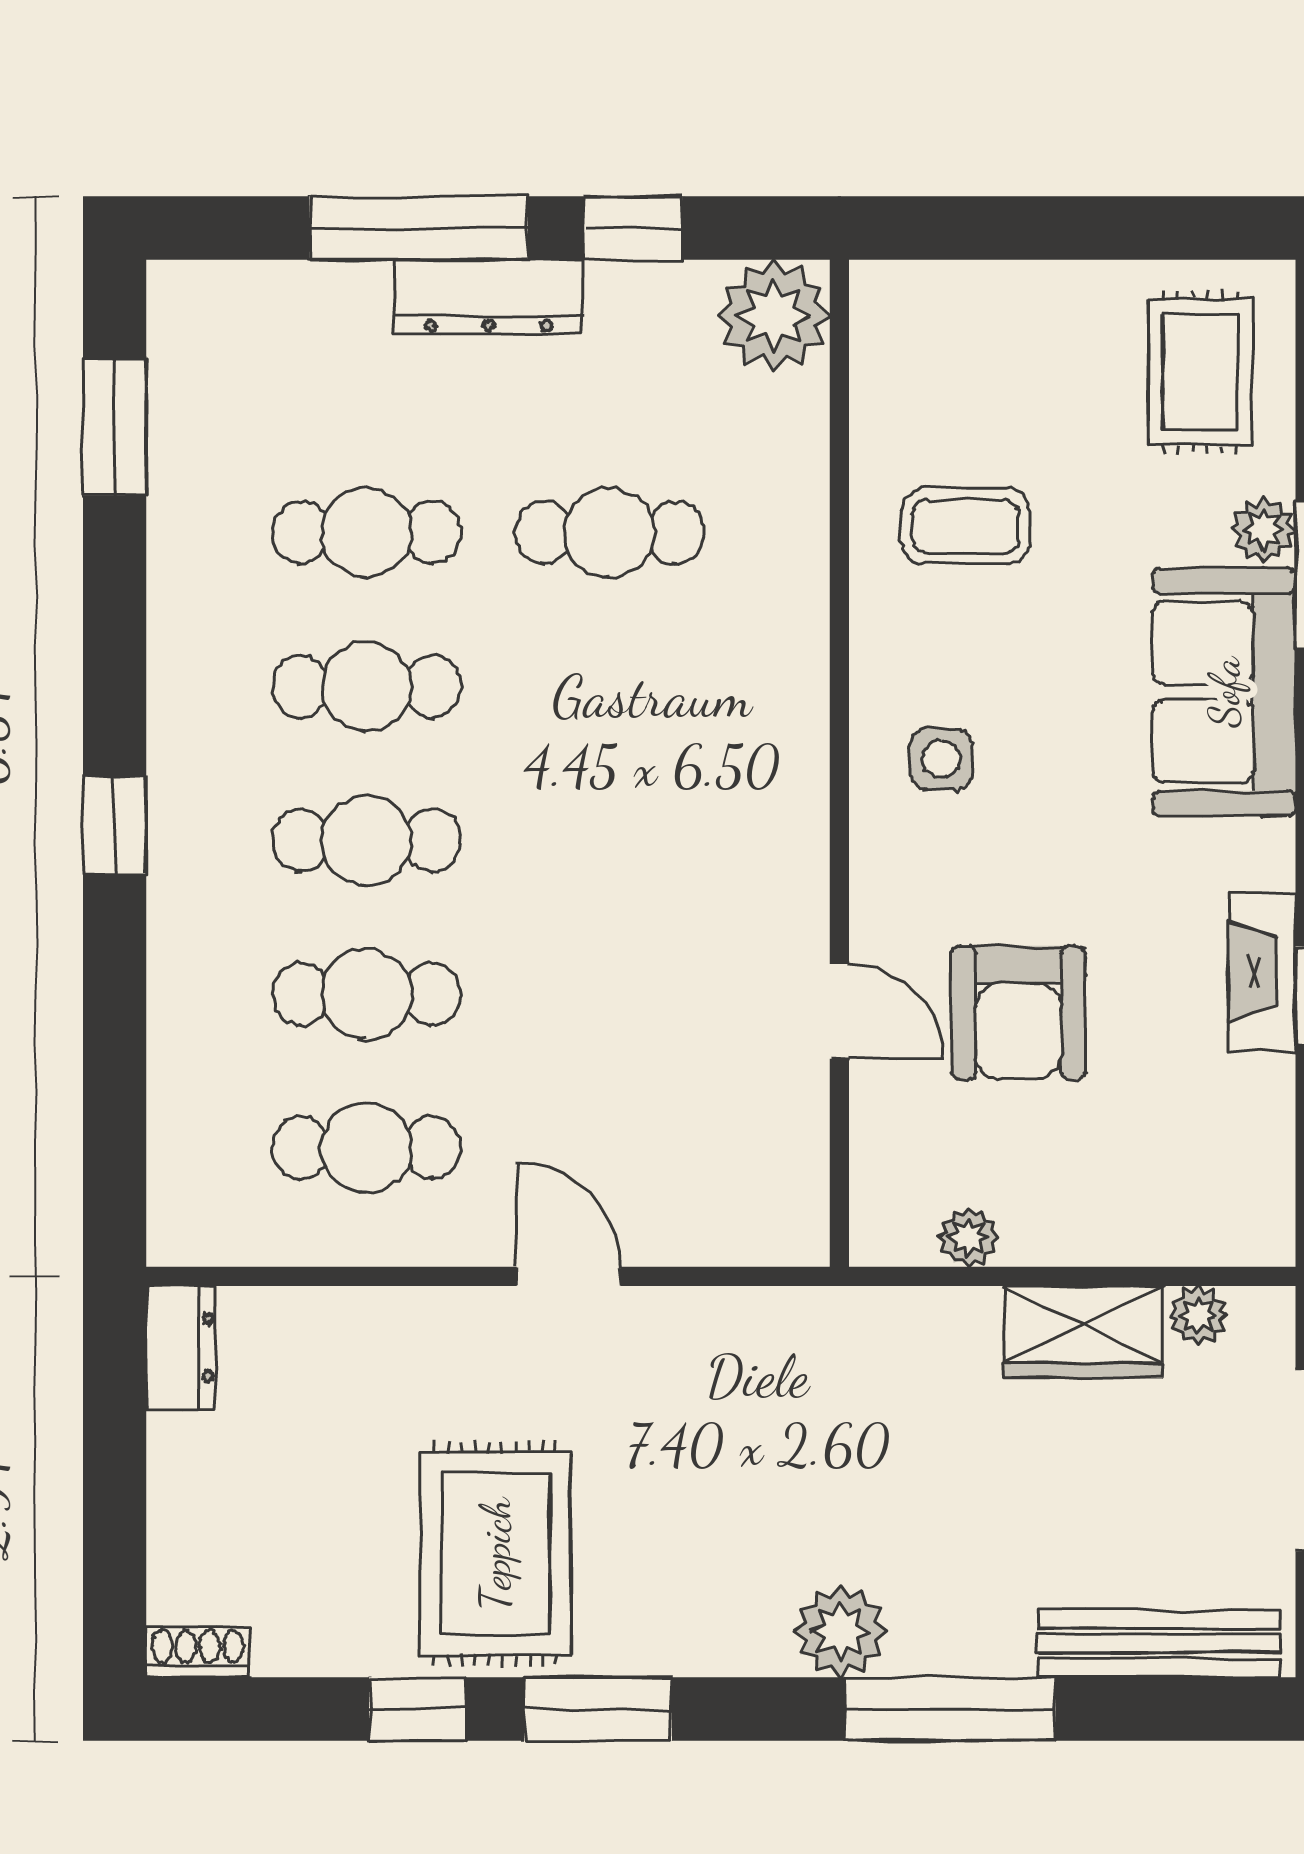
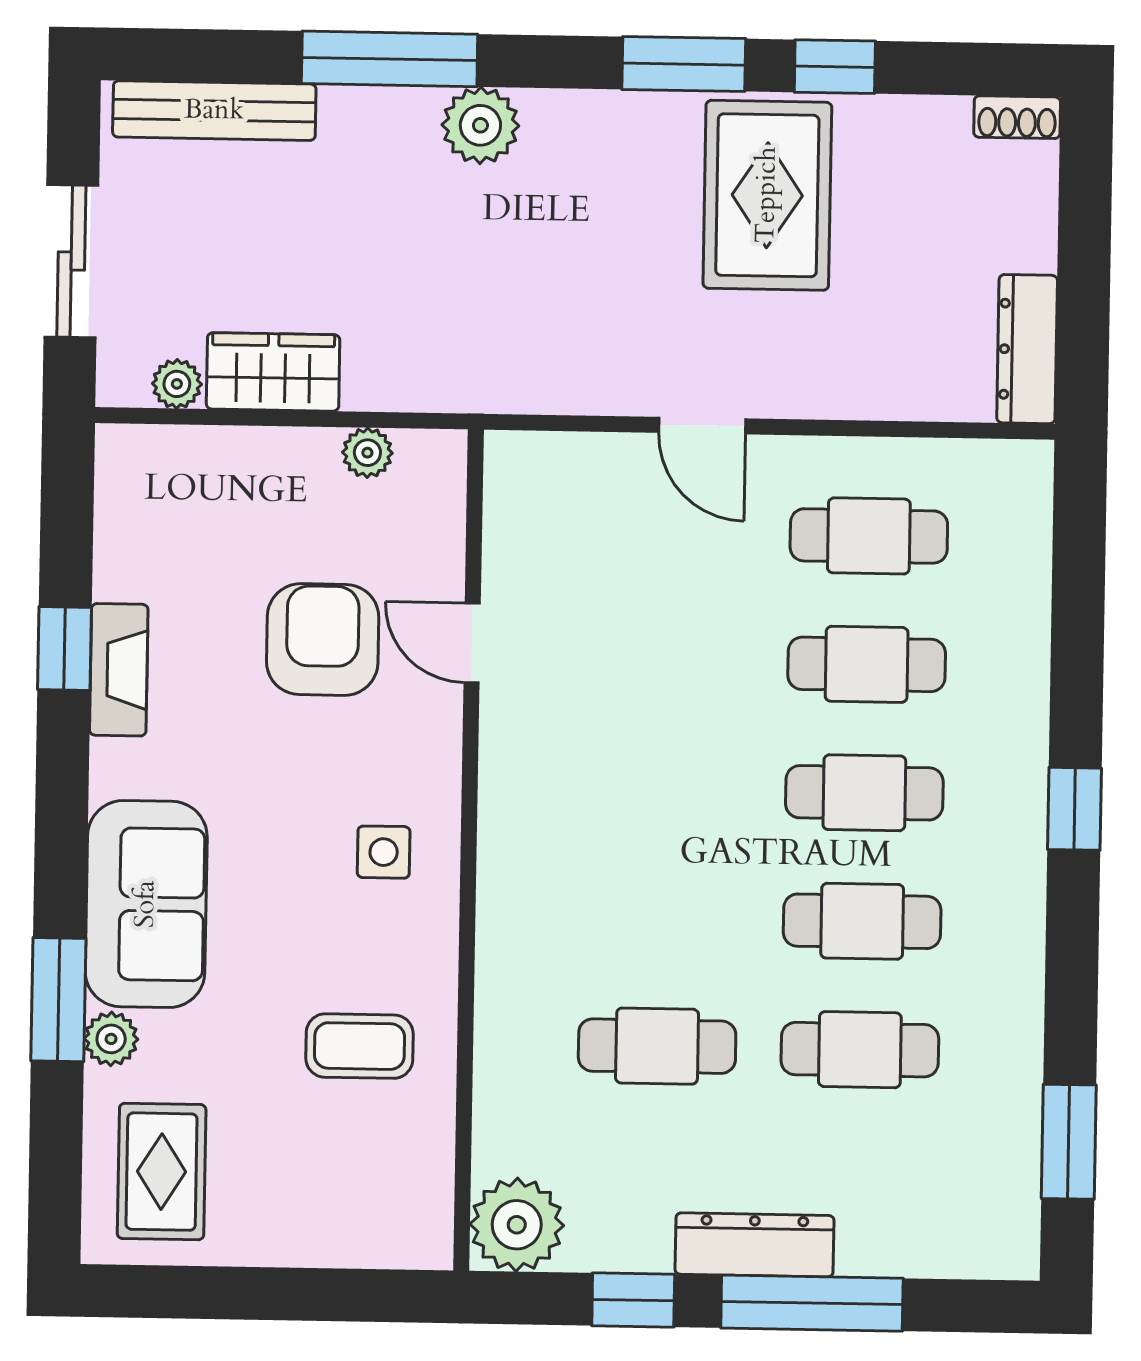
dresser: (181, 1348) -> (1027, 349), width x1.44

